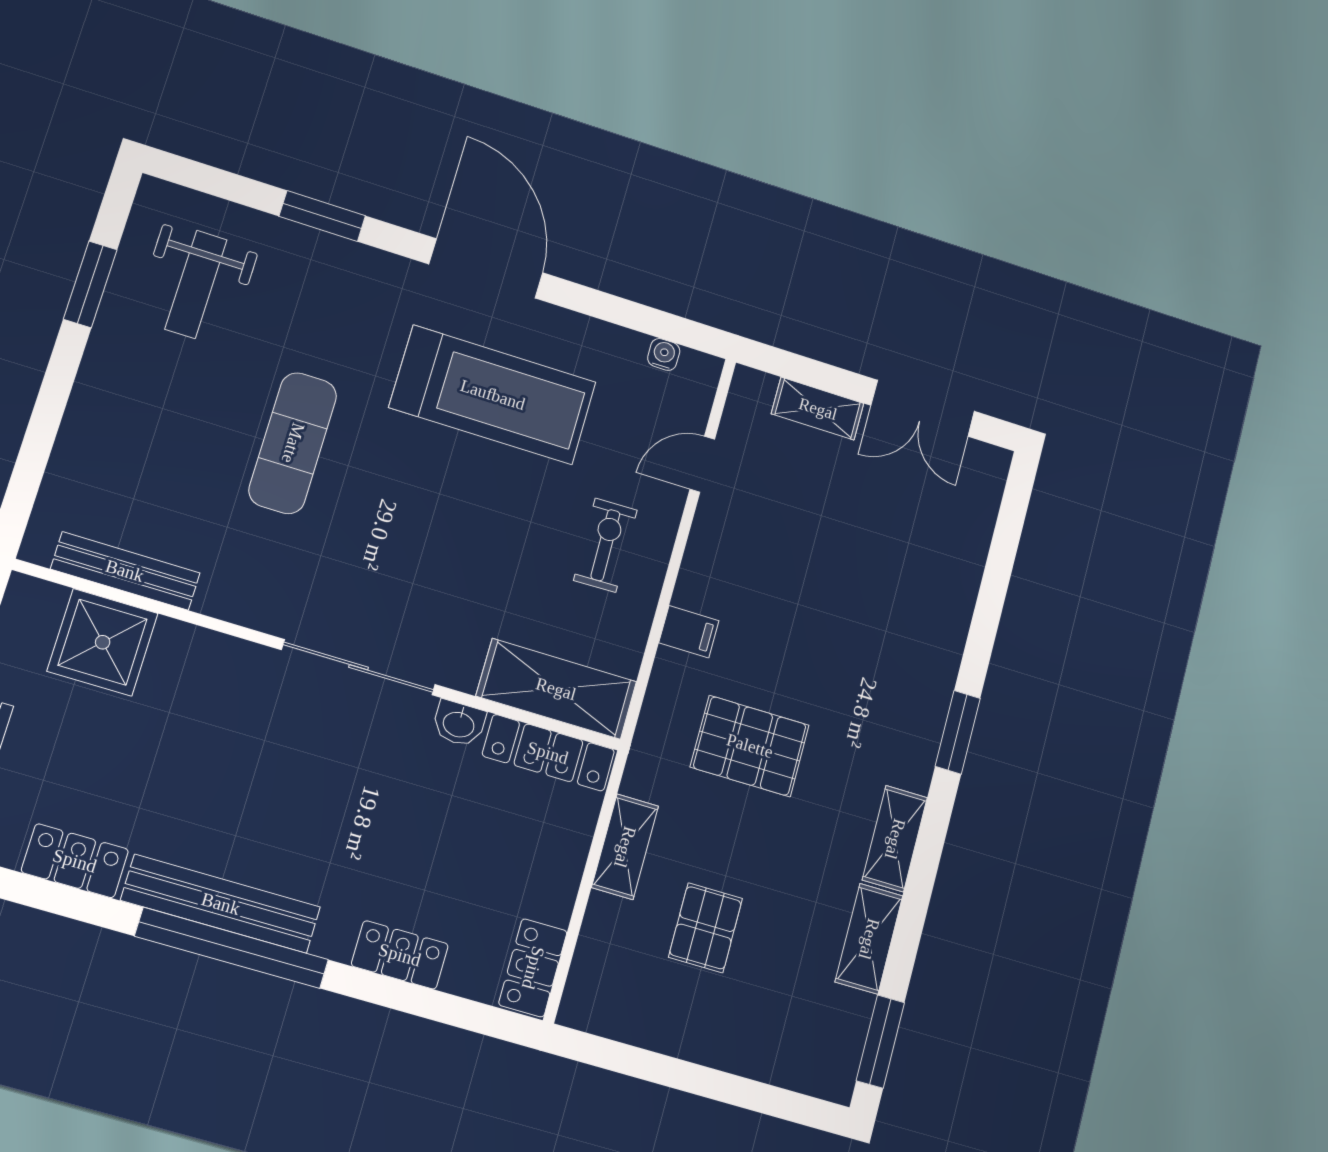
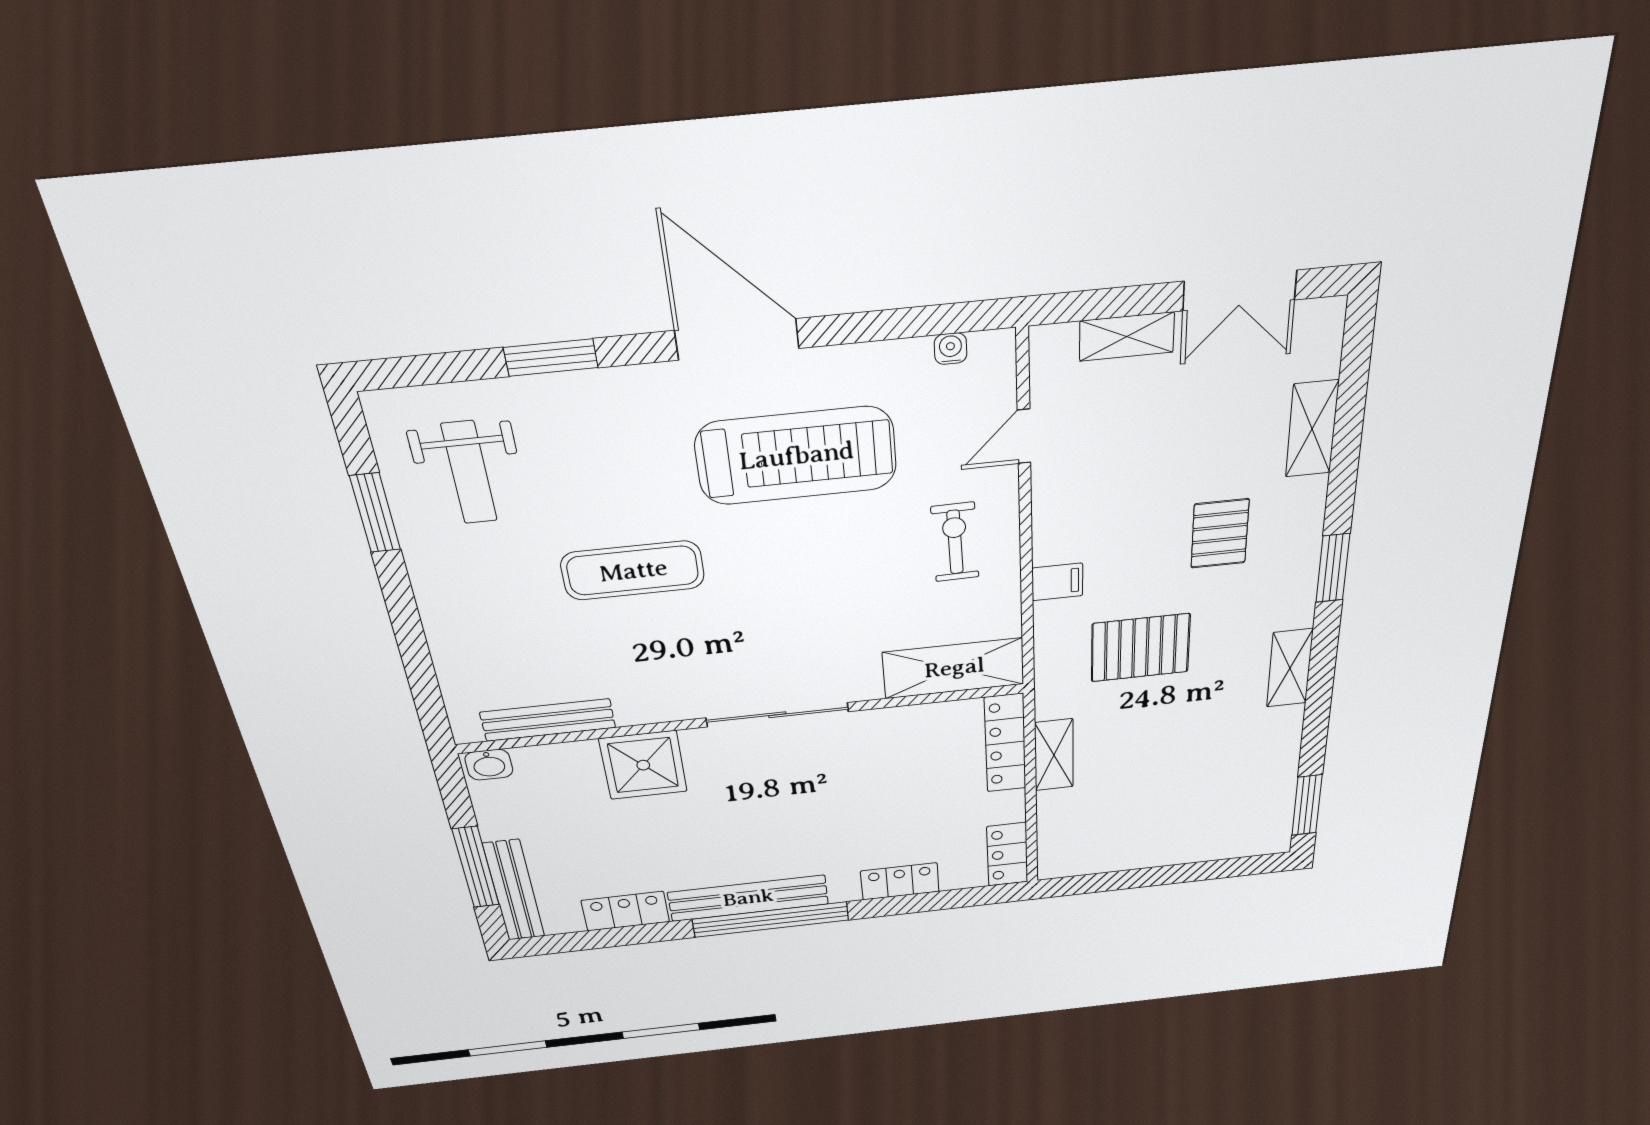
exercise mat: (293, 443) -> (633, 571), turned 90
shower: (103, 642) -> (643, 765), moved
washbasin: (459, 724) -> (489, 765), moved
locker: (548, 753) -> (1005, 743), moved, turned 90
pallet: (705, 928) -> (1220, 534), moved
shelving: (869, 939) -> (1312, 429), moved

